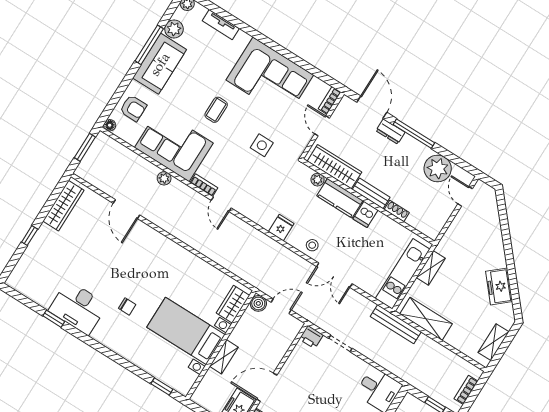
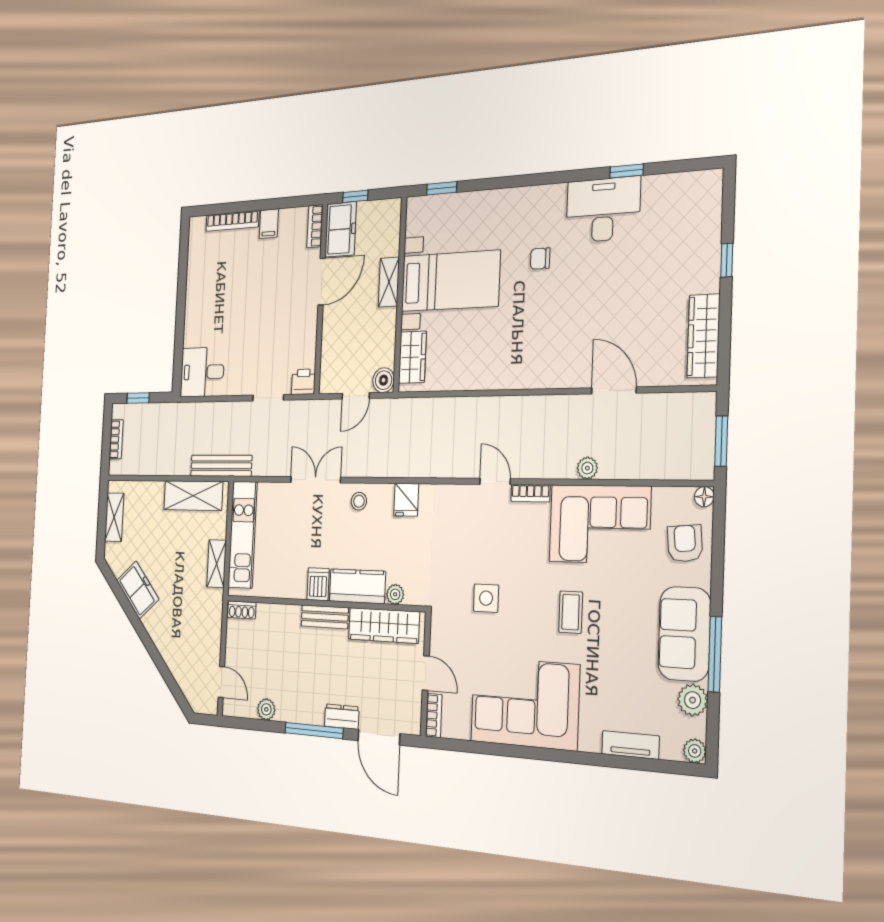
armchair: (133, 108) -> (685, 543), turned 85
plant: (438, 168) -> (266, 709), width x0.53, depth x0.53
shoe rack: (397, 211) -> (242, 610), moved

